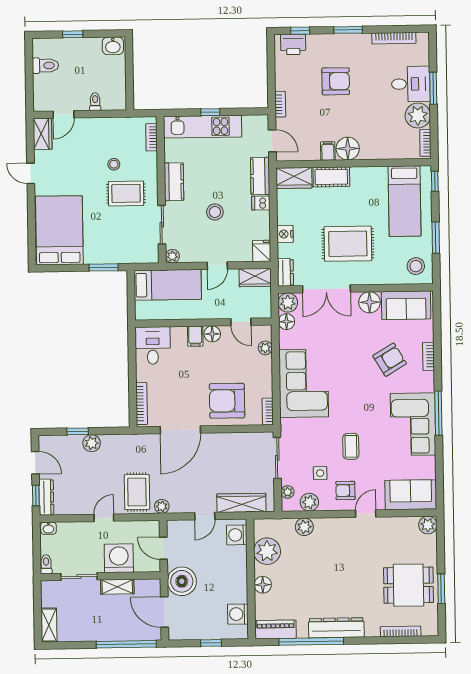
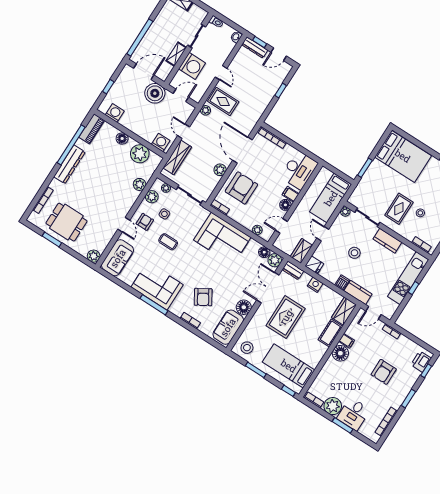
desk: (153, 345) -> (299, 170), width x1.37
plant: (92, 443) -> (220, 170), moved
dining table: (408, 585) -> (66, 222), turned 90

